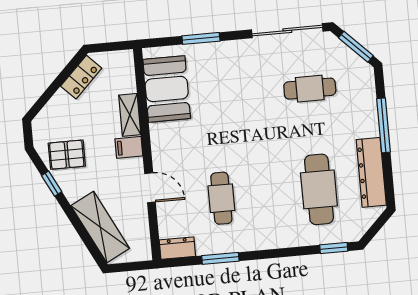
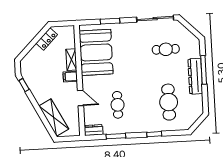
window: (356, 47) -> (191, 28), removed
booth: (167, 89) -> (96, 52), width x1.36, depth x1.42
pallet: (67, 155) -> (38, 79), removed
dresser: (371, 172) -> (195, 76), moved
window: (52, 184) -> (24, 85), moved
window: (334, 248) -> (154, 134), moved

